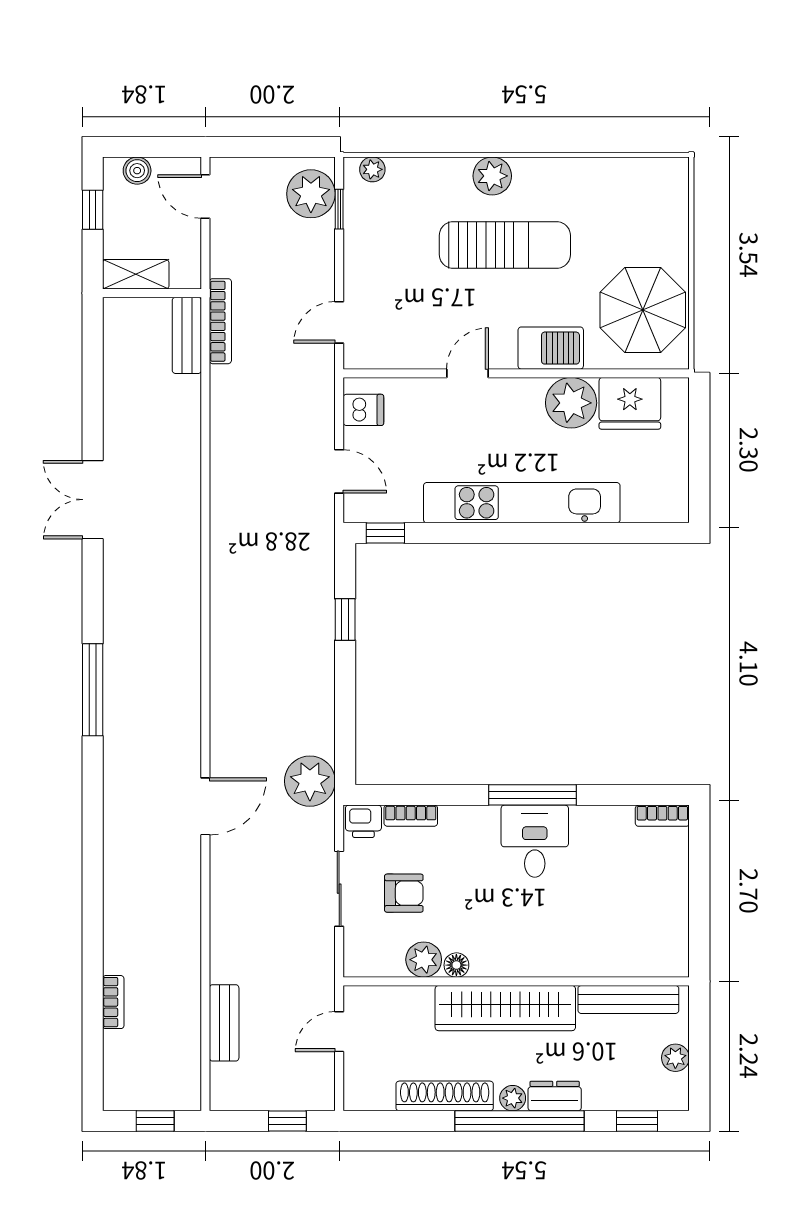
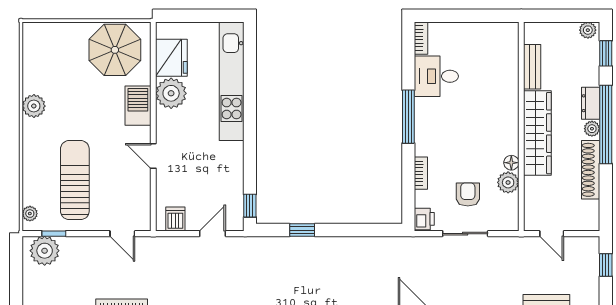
plant: (492, 176) -> (34, 106), moved
sun lounger: (505, 245) -> (75, 180), moved
kitchen unit: (522, 503) -> (232, 81), moved
plant: (310, 781) -> (400, 251), removed
bookcase: (411, 816) -> (421, 173), moved
desk: (535, 841) -> (436, 76), moved
bench: (628, 999) -> (532, 67), width x0.73
plant: (675, 1058) -> (588, 30), moved

